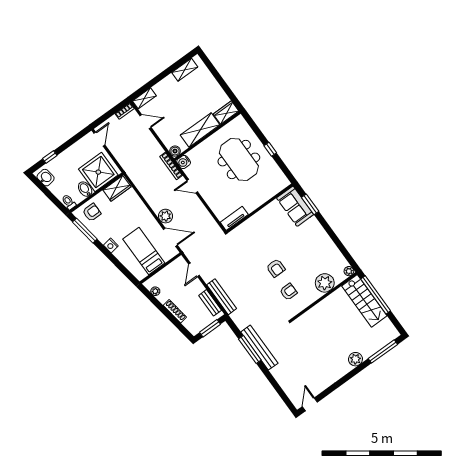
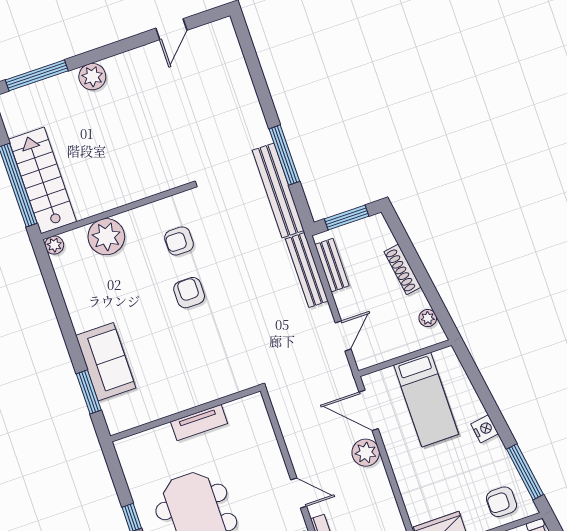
sofa: (295, 206) -> (106, 362), moved
tv unit: (234, 218) -> (199, 423), moved
bench: (259, 348) -> (278, 190), moved
door: (310, 404) -> (171, 29), moved

